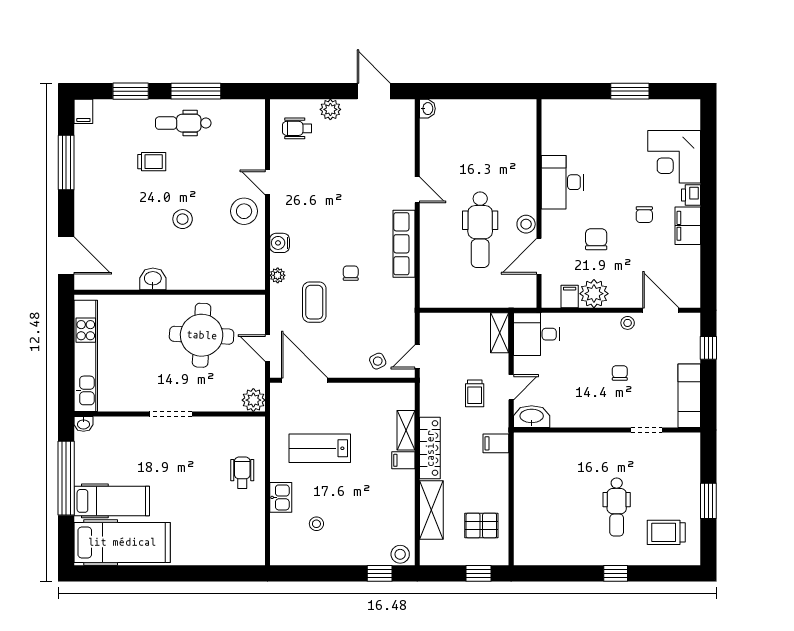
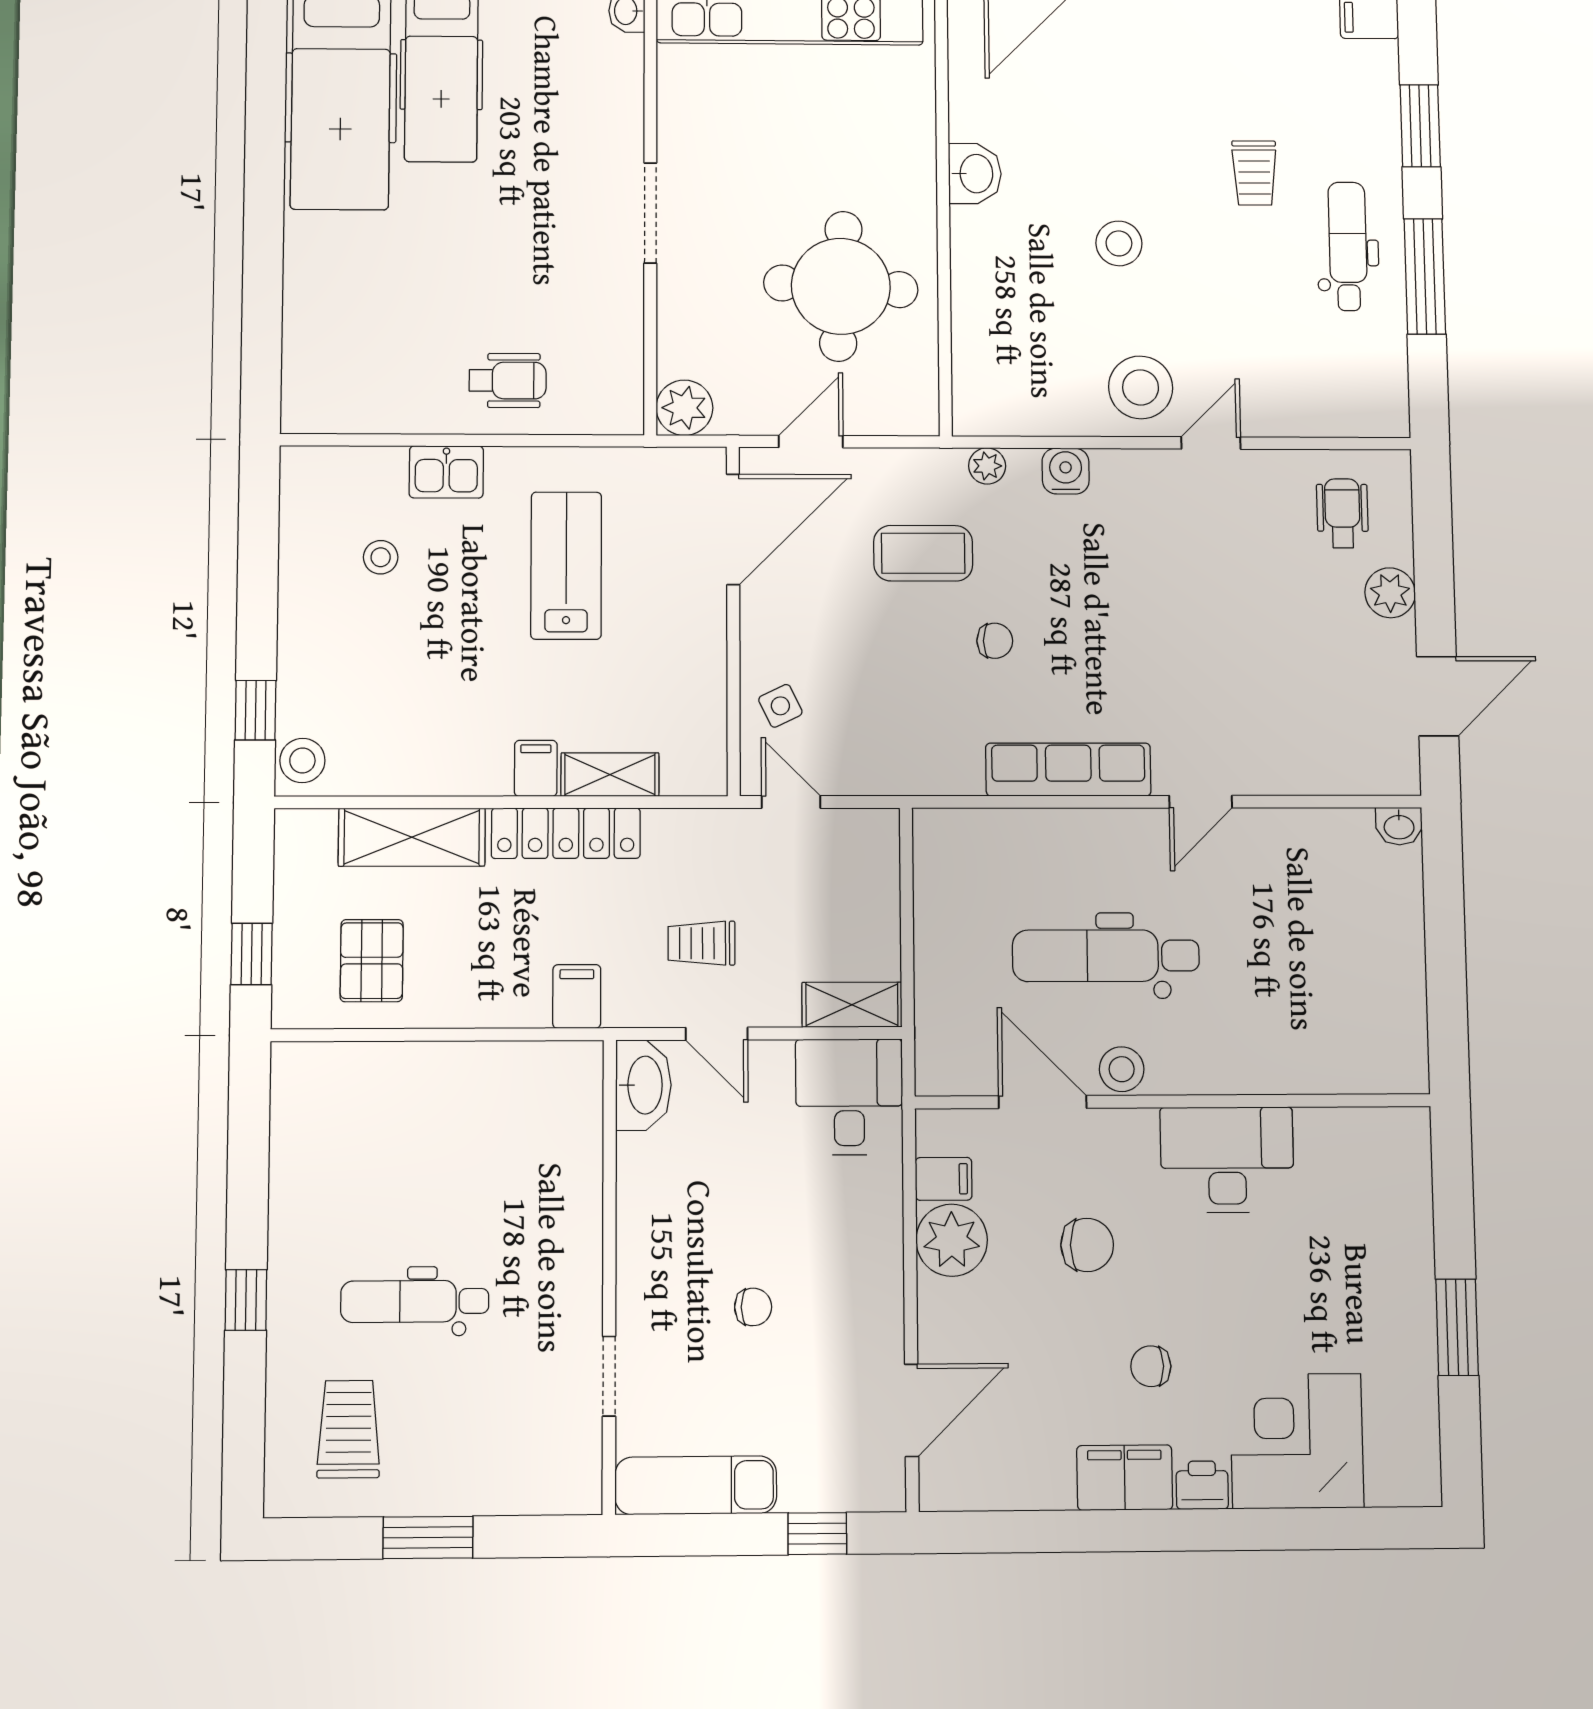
stool: (628, 323) -> (879, 1326), removed

